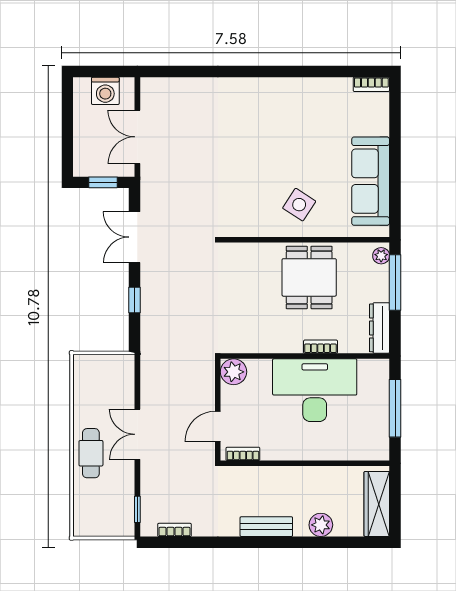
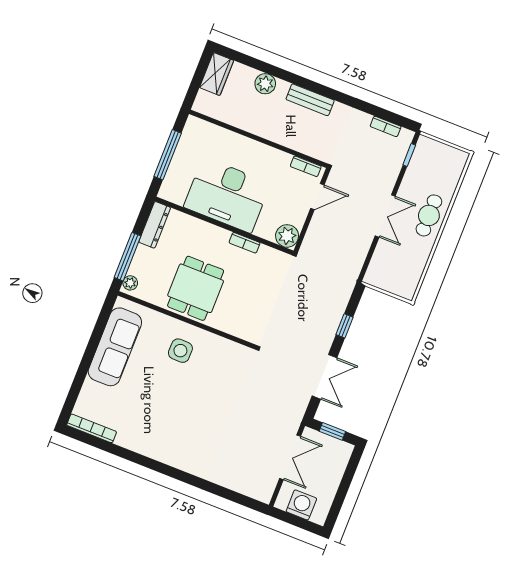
bookcase: (371, 84) -> (92, 428), width x1.56
side table: (299, 205) -> (180, 351), turned -33
bookcase: (321, 347) -> (245, 243), moved
wardrobe: (377, 504) -> (217, 74), width x0.67

